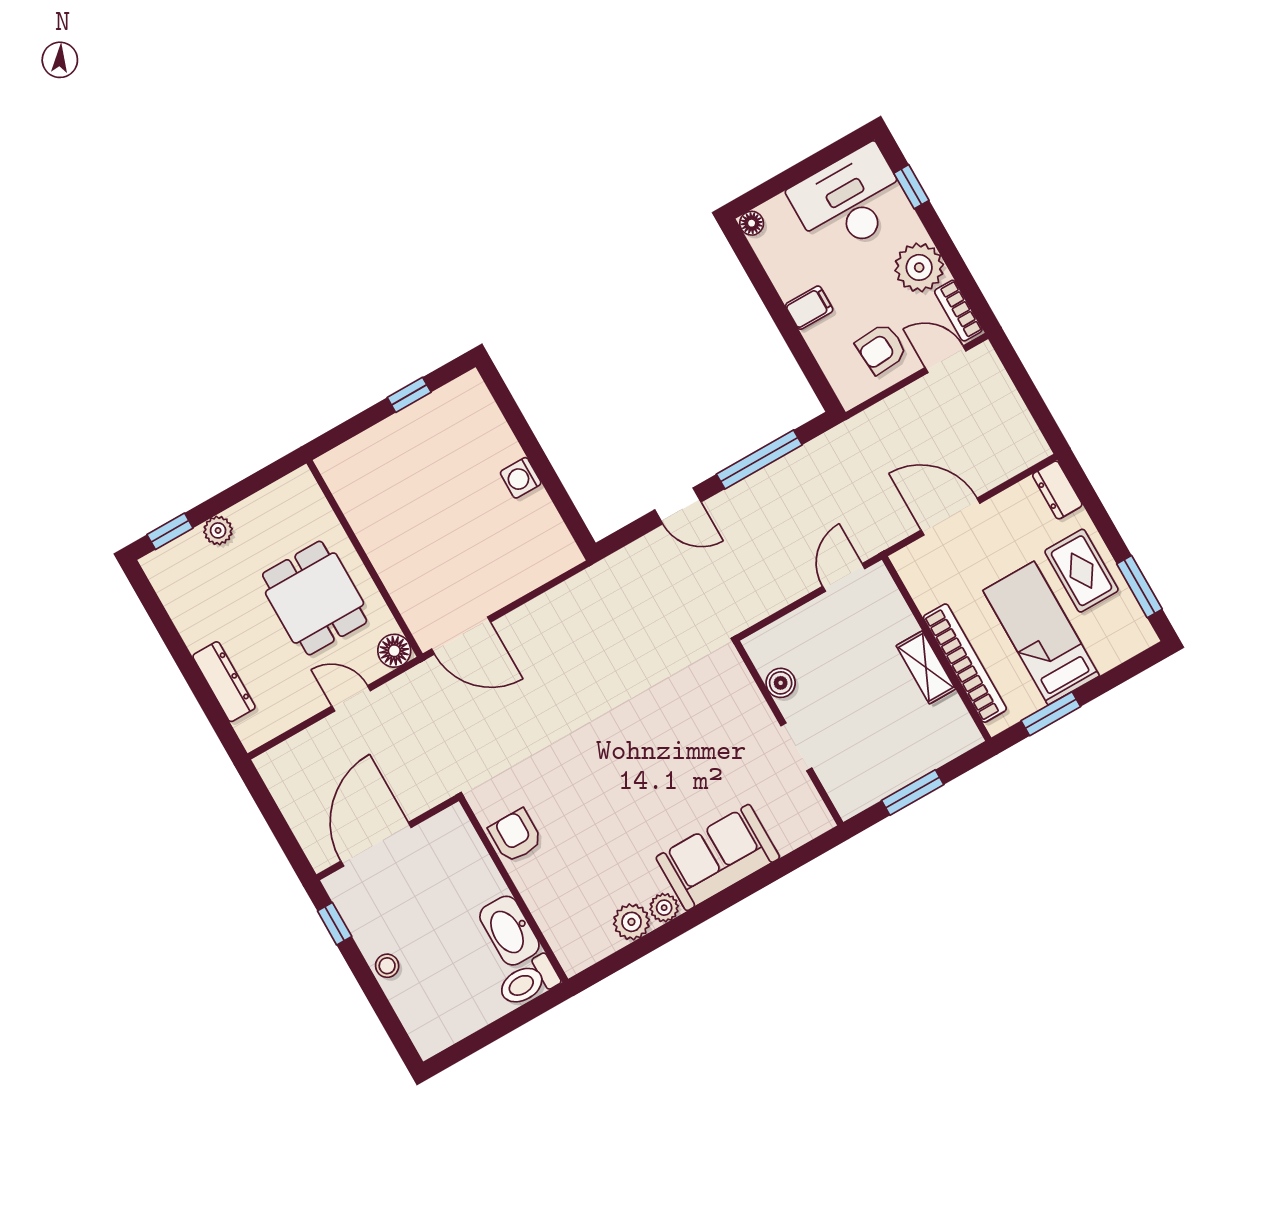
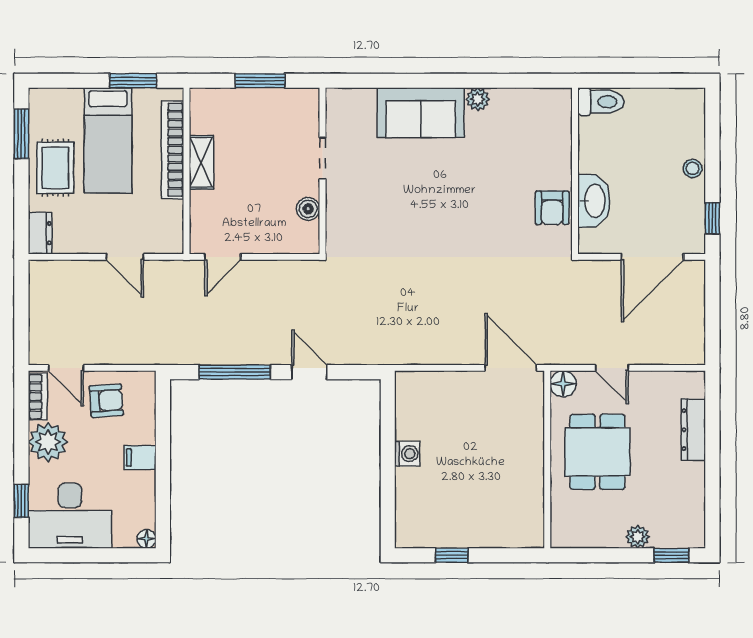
door: (950, 517) -> (125, 257), width x0.73
plant: (631, 922) -> (506, 102), removed
washbasin: (509, 931) -> (594, 201), moved

